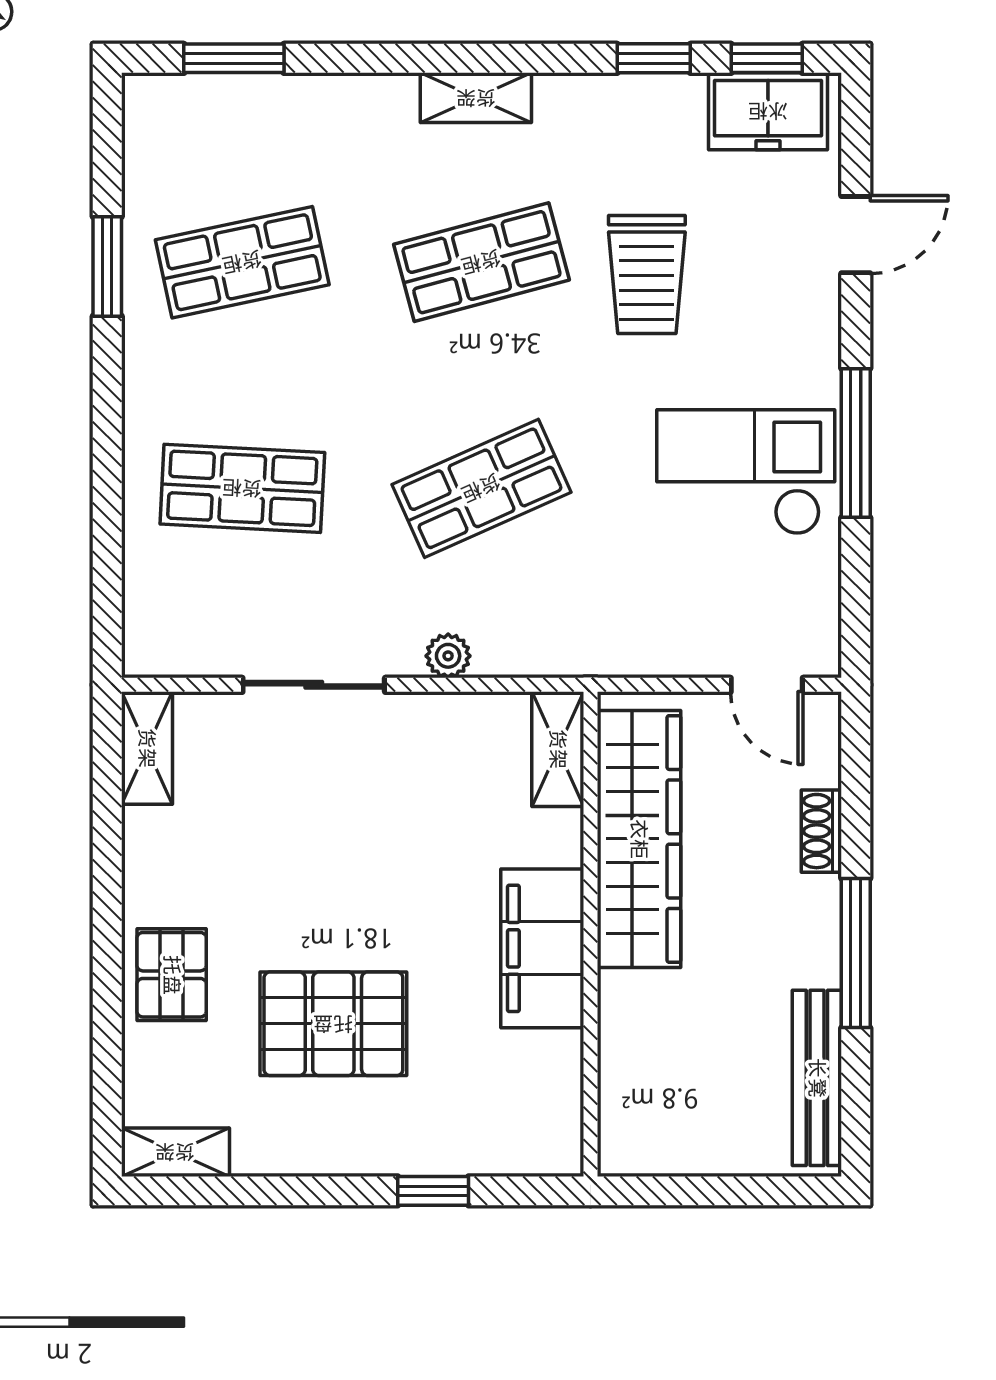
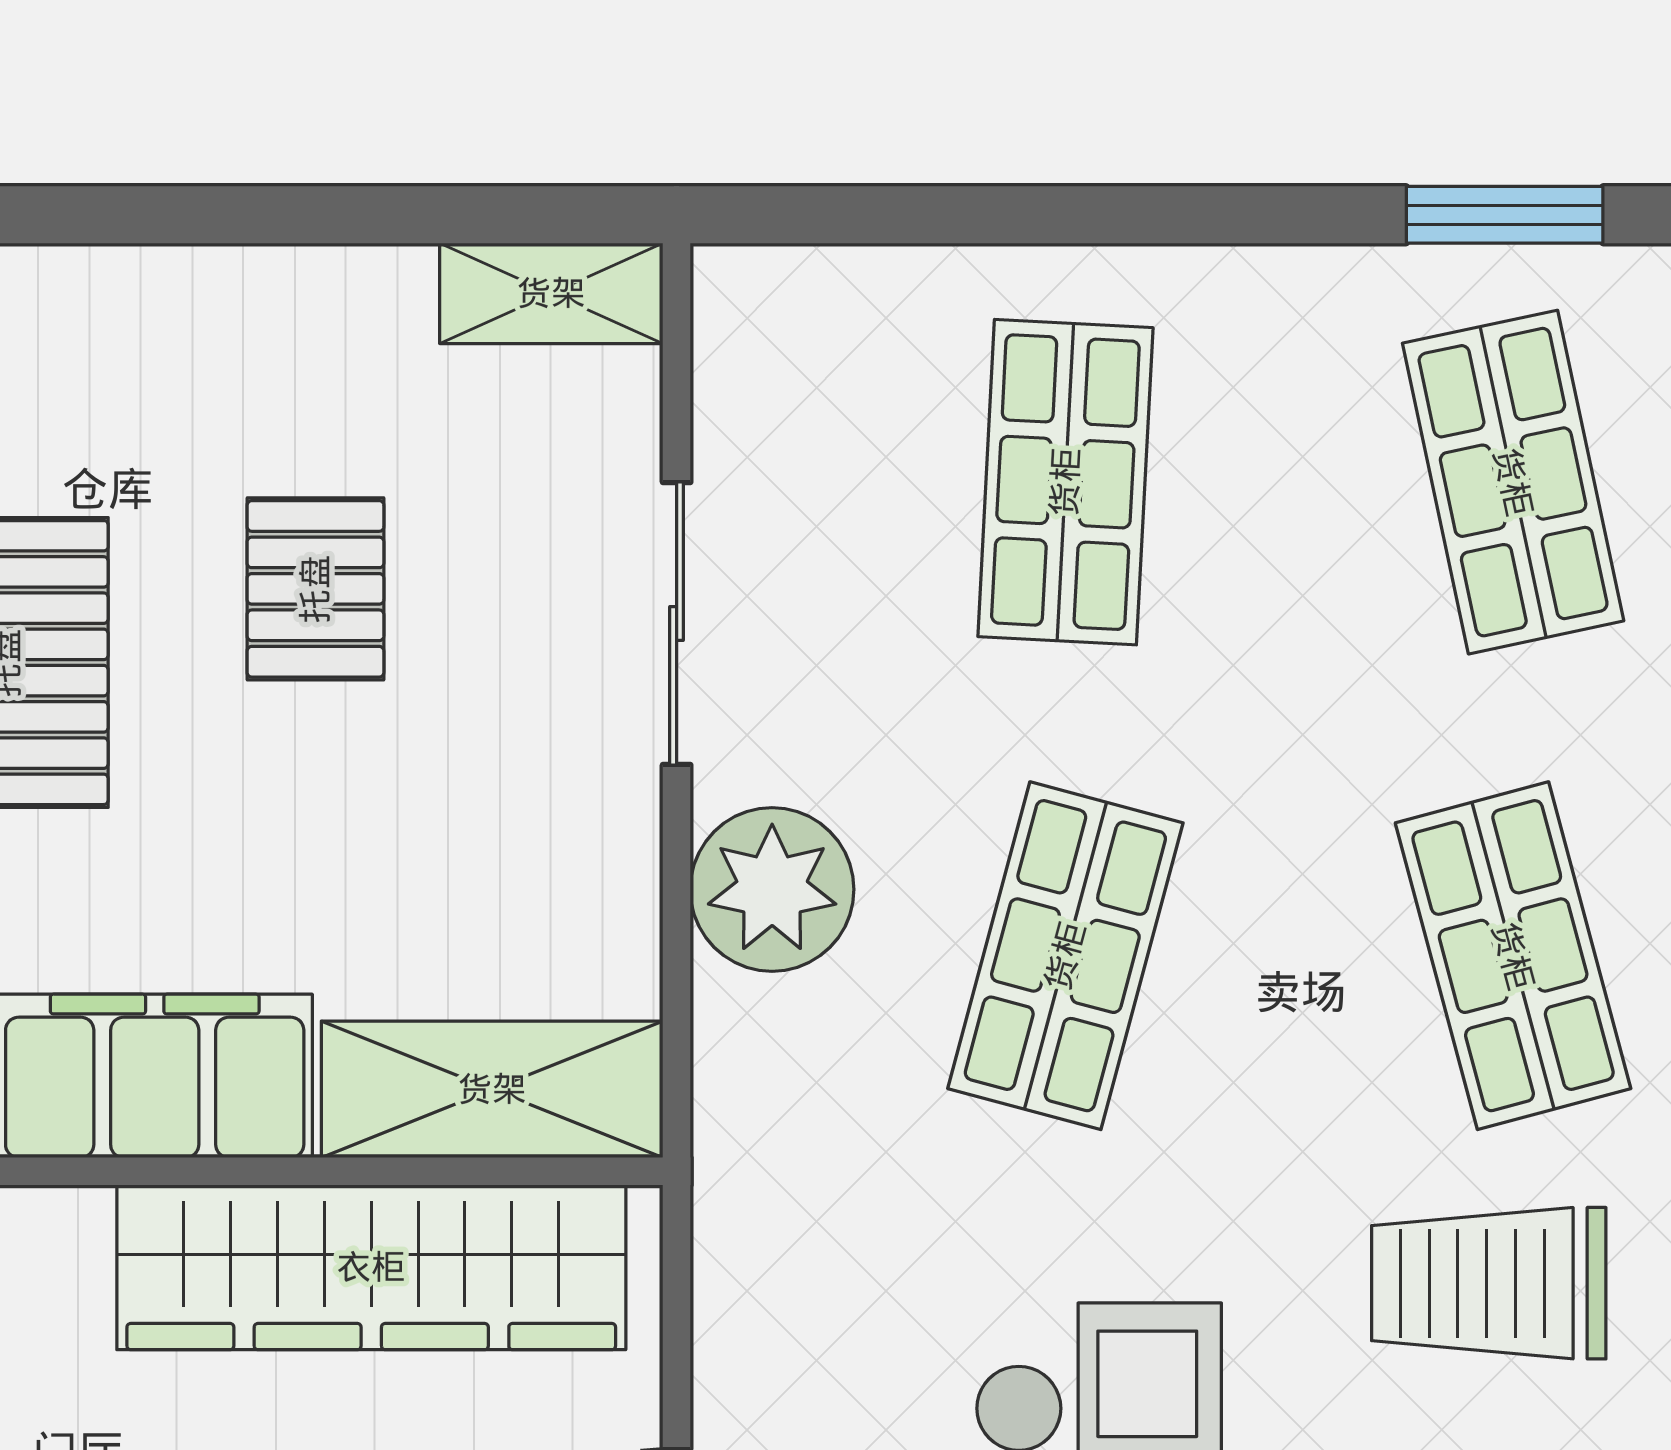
shop shelf: (481, 488) -> (1065, 956), turned 39
plant: (448, 656) -> (772, 889), width x1.88, depth x1.88
shelving: (558, 749) -> (492, 1089), width x1.50, depth x1.33
pallet: (172, 975) -> (315, 589), moved, turned 90

